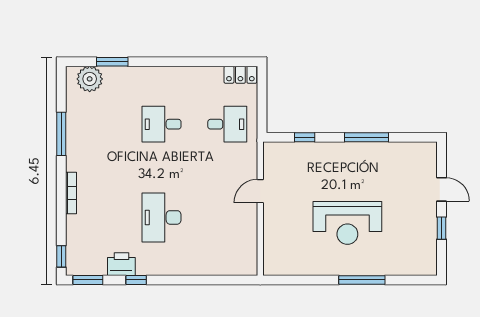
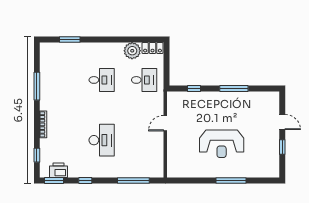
plant: (90, 79) -> (132, 51), moved
desk: (162, 124) -> (102, 80), turned 180
desk: (162, 217) -> (102, 140), turned 180
window: (61, 256) -> (37, 155), moved
printer: (121, 264) -> (59, 170), moved
window: (211, 280) -> (133, 181), added

